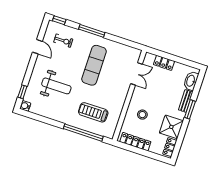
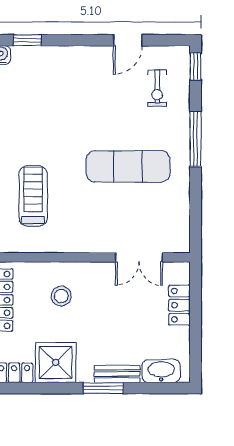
weight bench: (56, 86) -> (62, 105), removed

